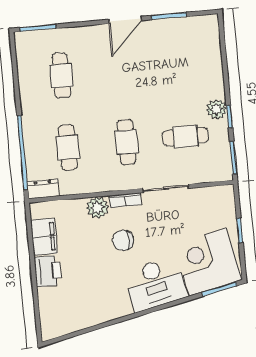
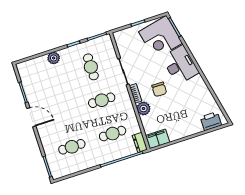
plant: (217, 109) -> (54, 58), moved
filing cabinet: (44, 237) -> (158, 139), moved
printer: (48, 271) -> (211, 121), moved

